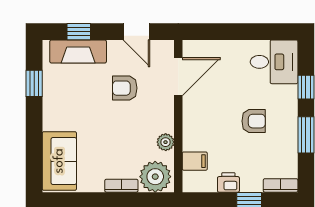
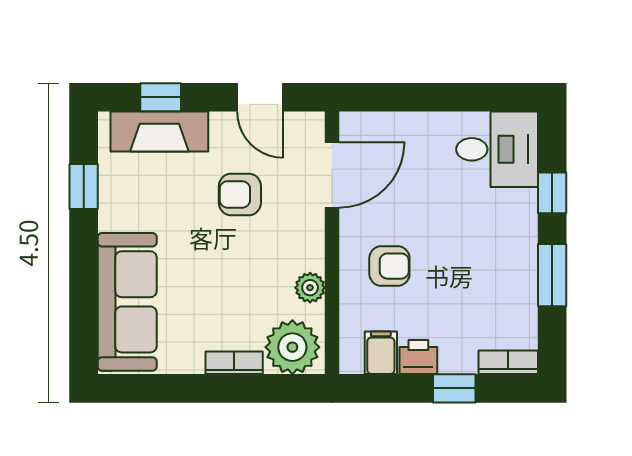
armchair: (254, 121) -> (389, 266), moved
sofa: (59, 161) -> (127, 302), width x1.36
filing cabinet: (195, 161) -> (381, 353), moved, turned -90

